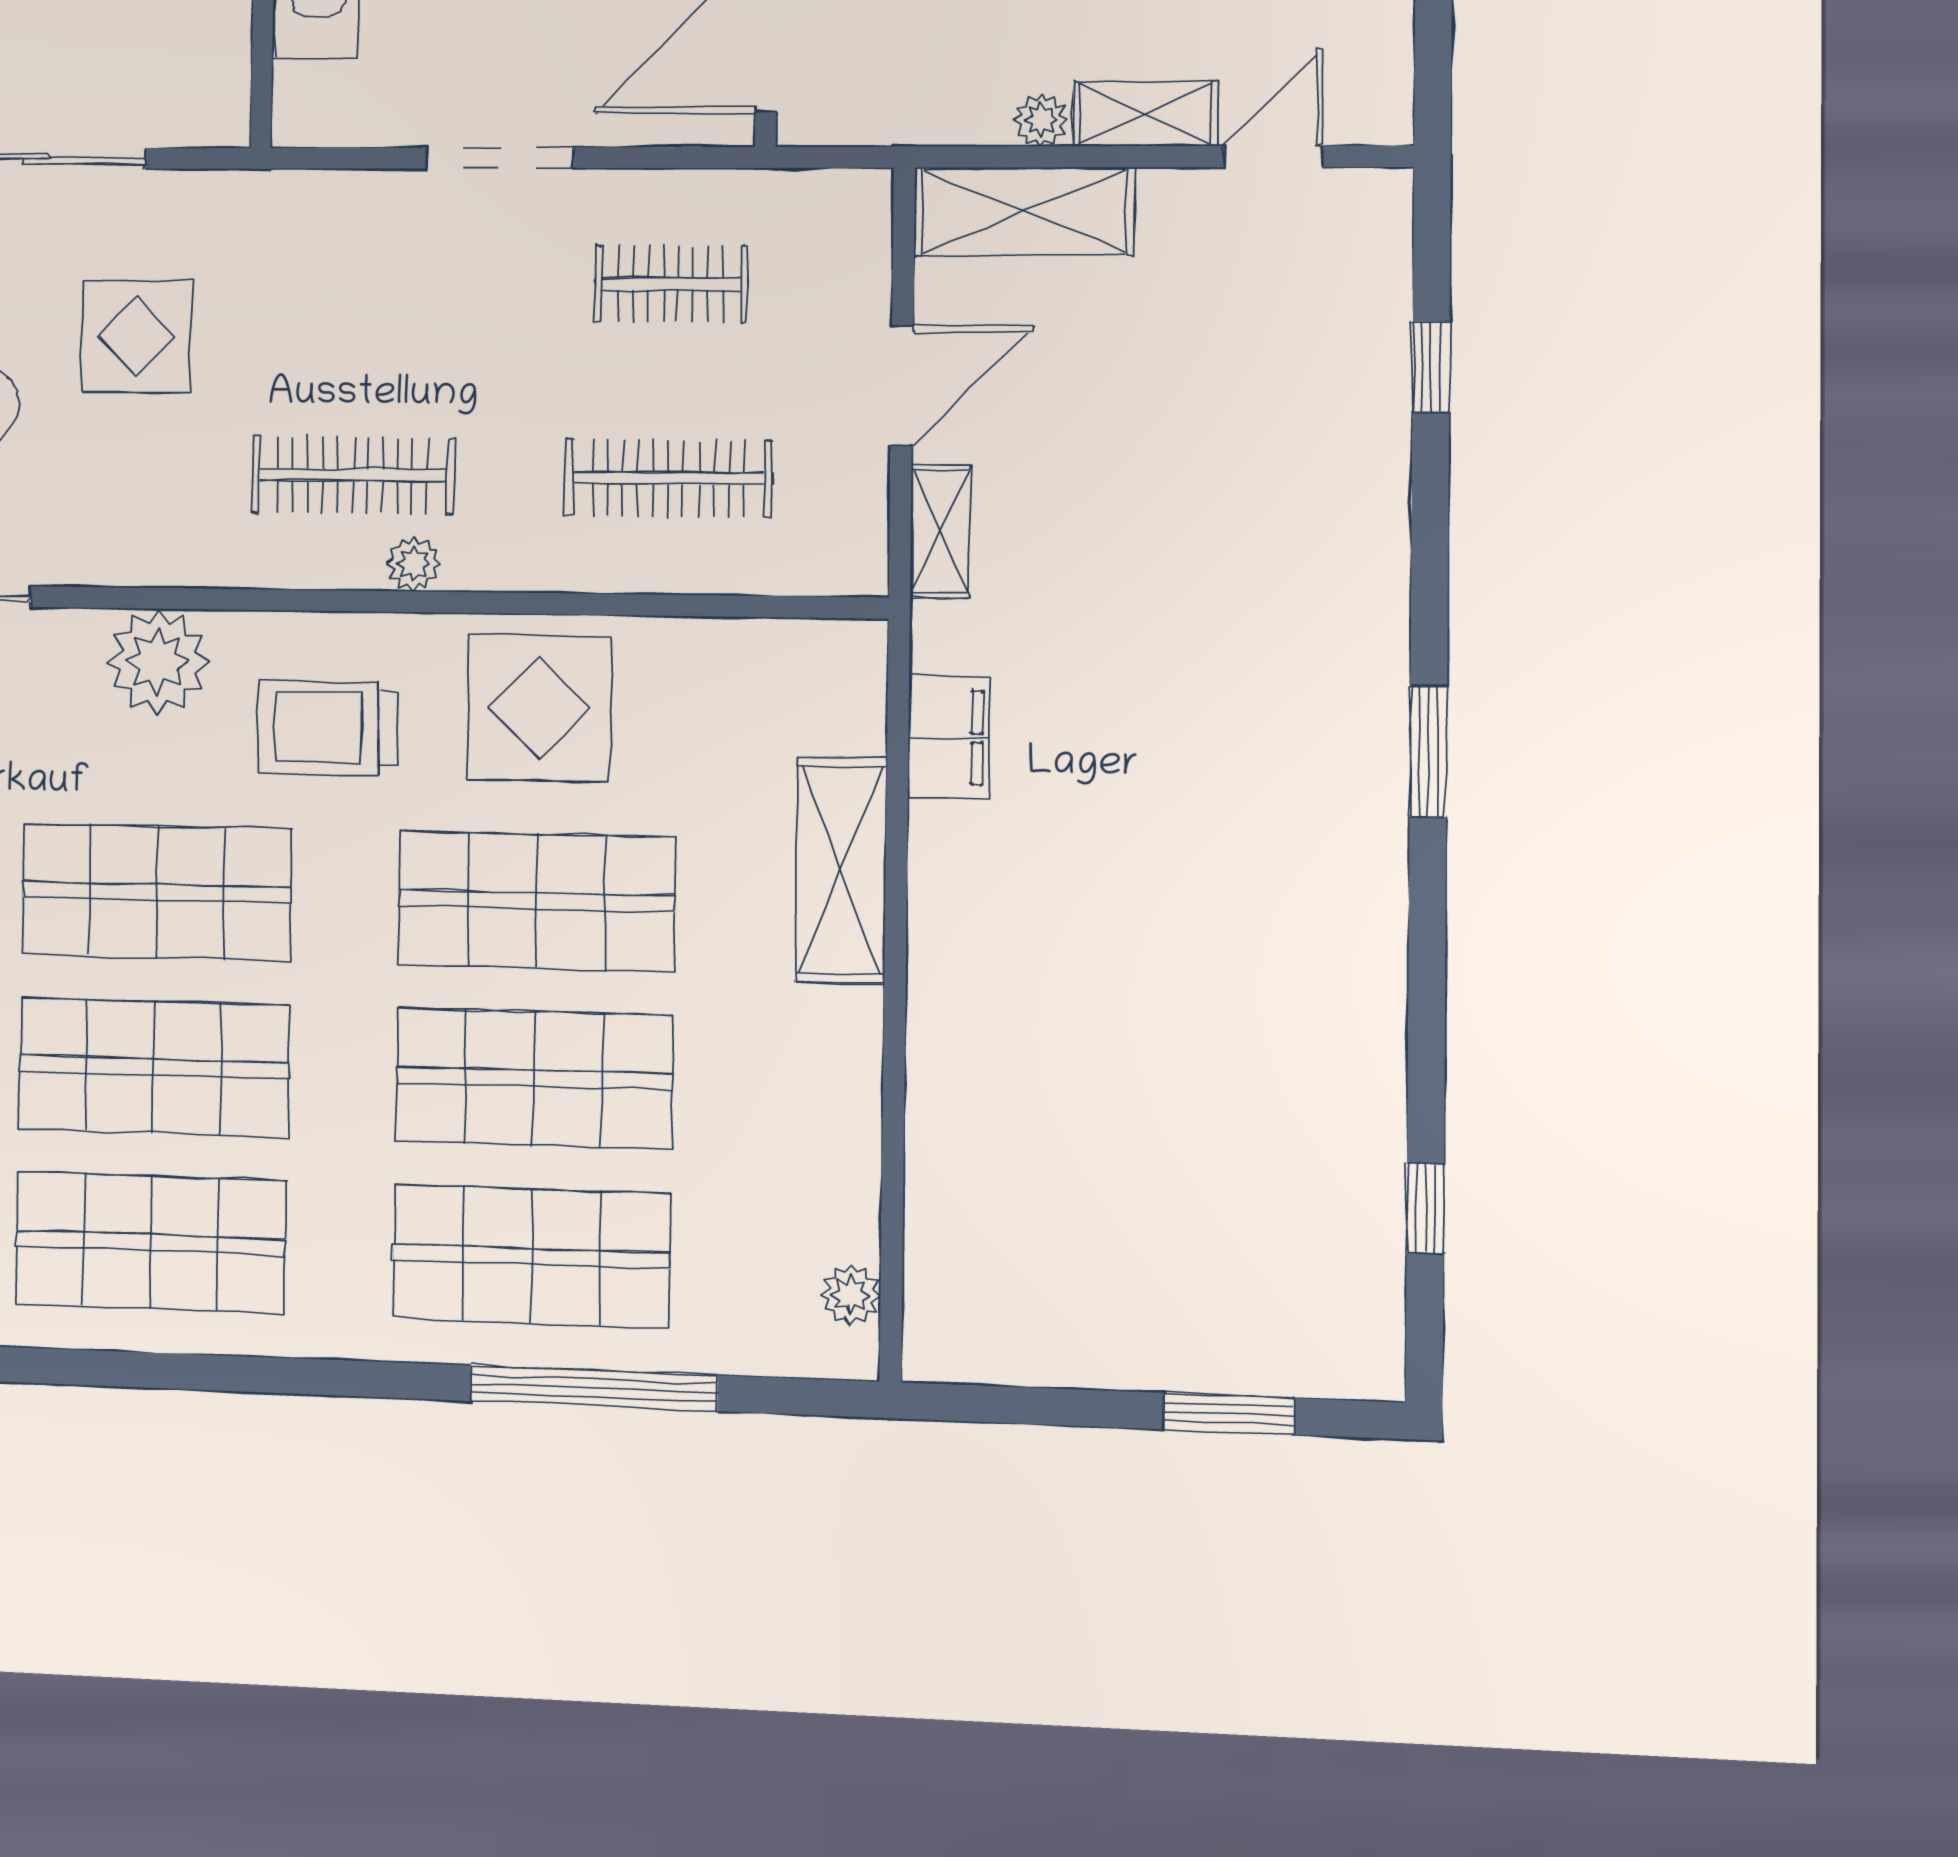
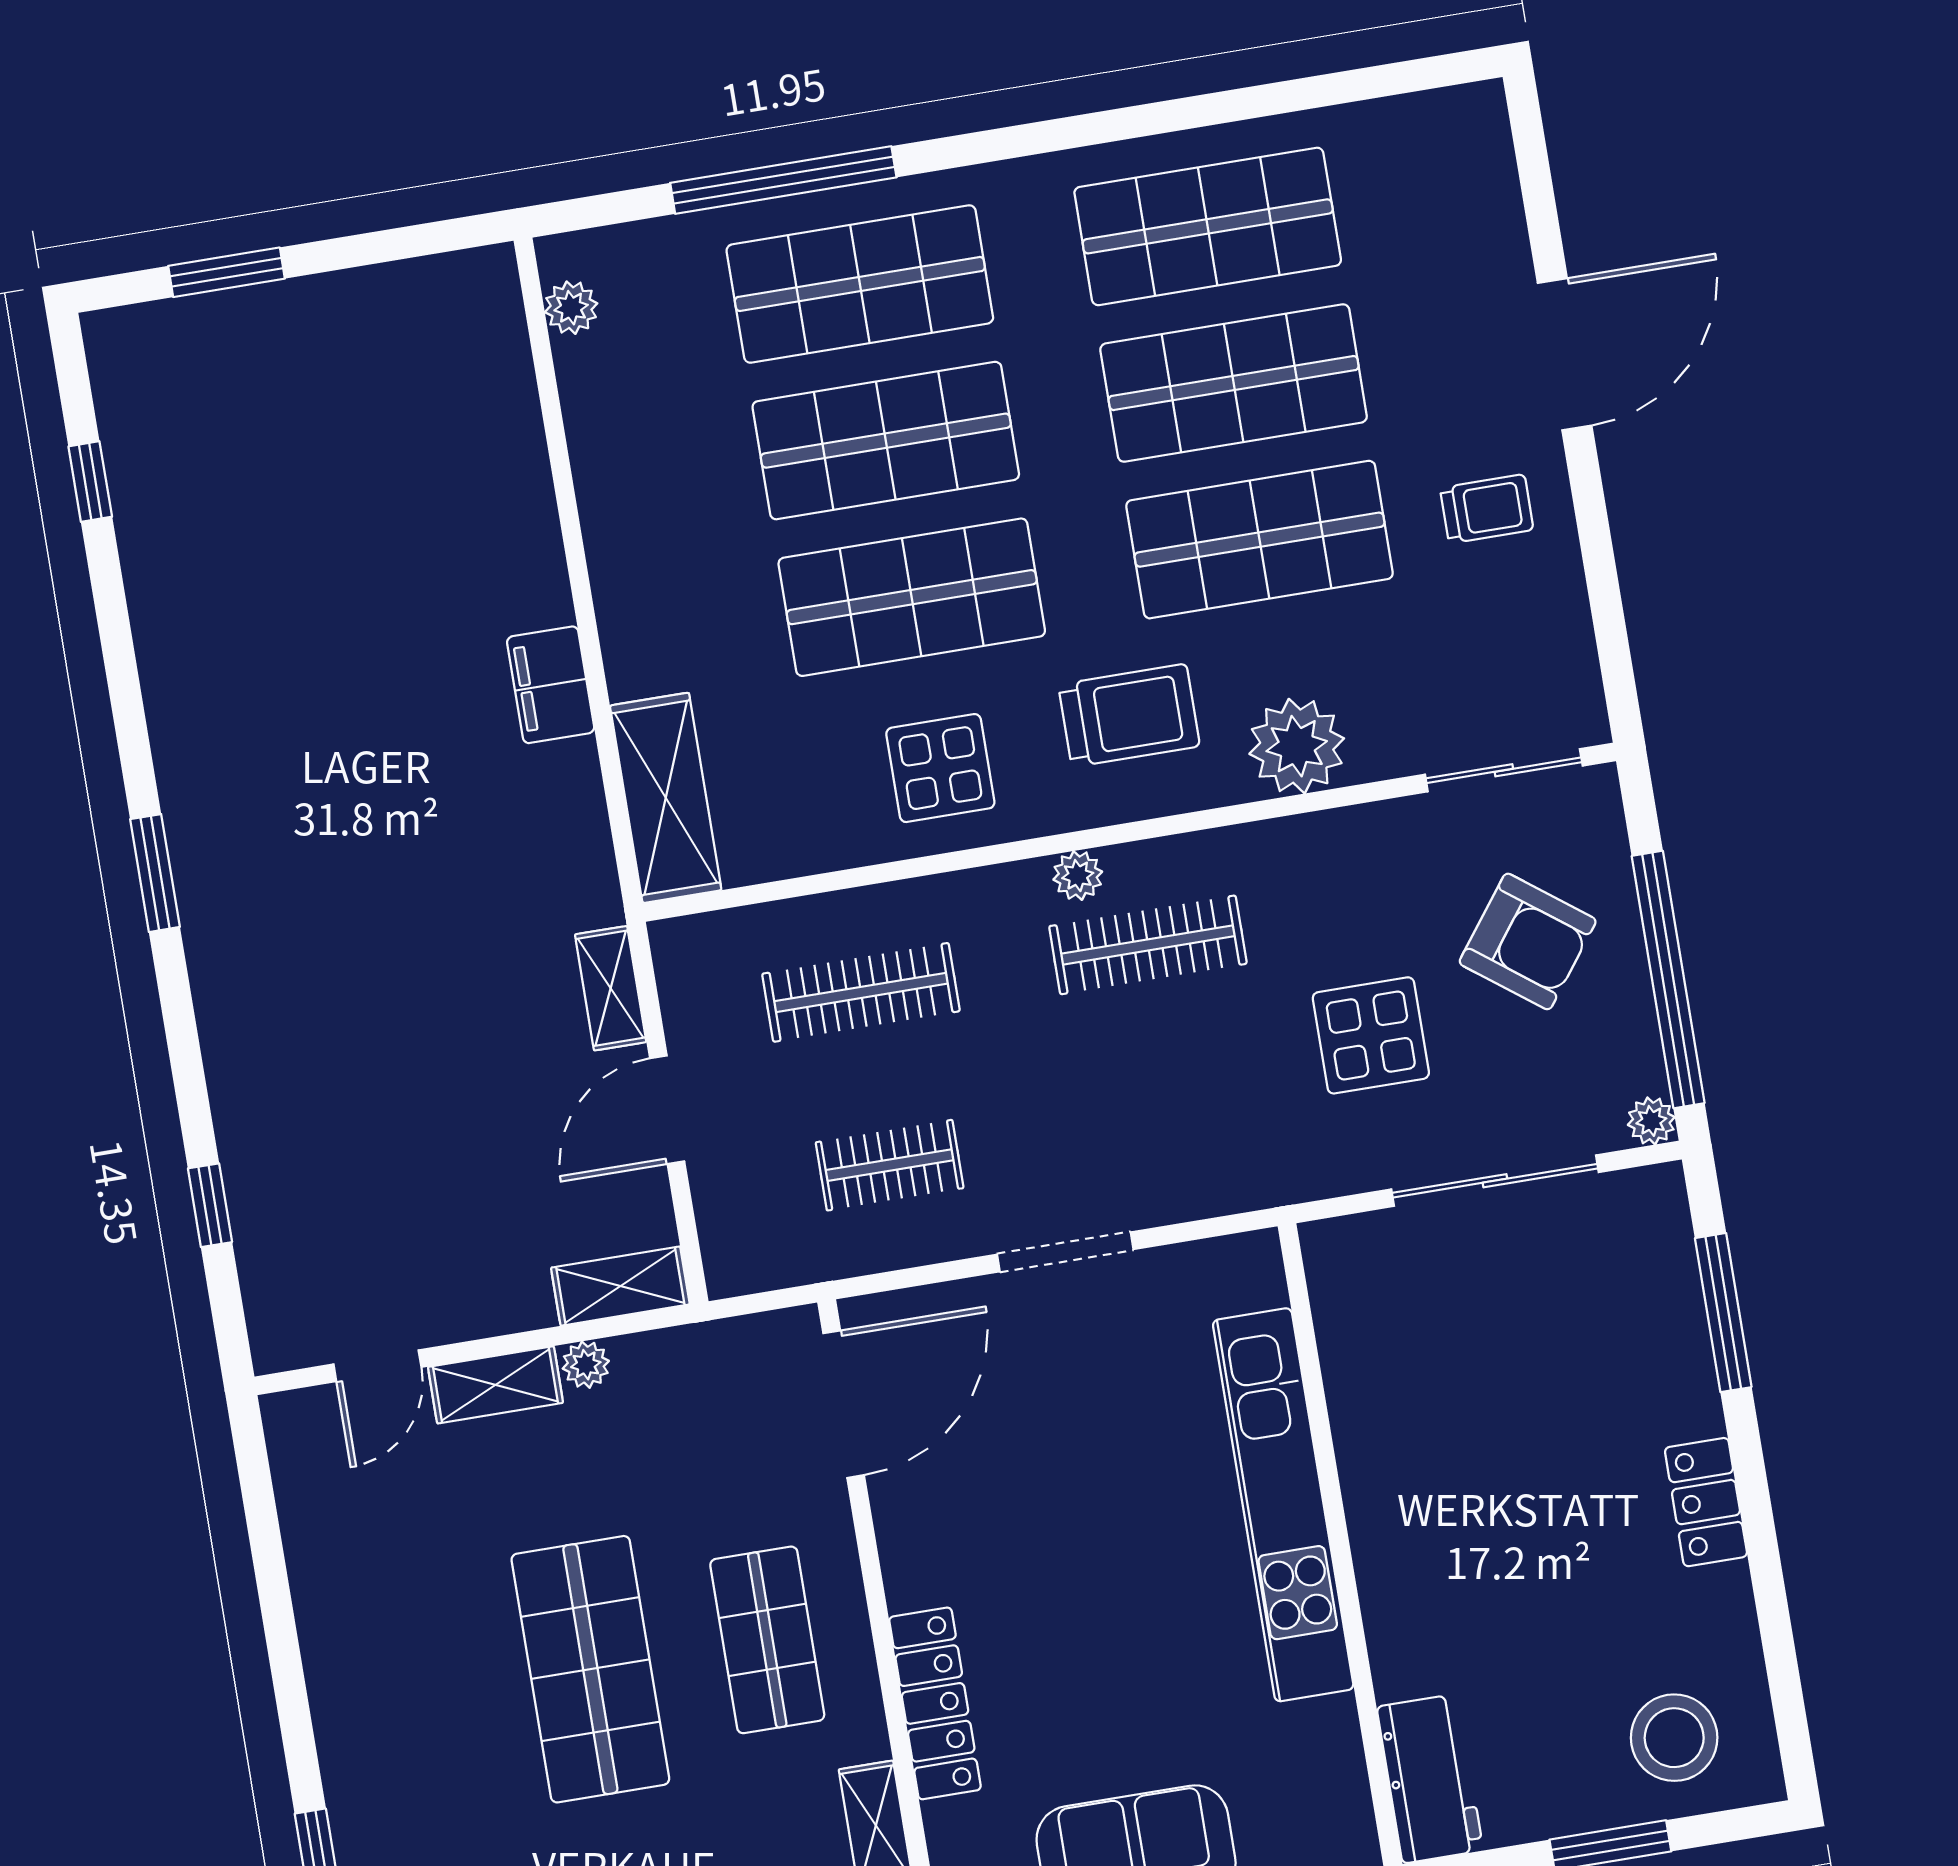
shelving: (1024, 211) -> (620, 1286), width x0.67, depth x0.75
display table: (539, 708) -> (940, 768), width x0.73, depth x0.73
filing cabinet: (949, 738) -> (551, 685), moved
shelving: (841, 870) -> (666, 798), moved

